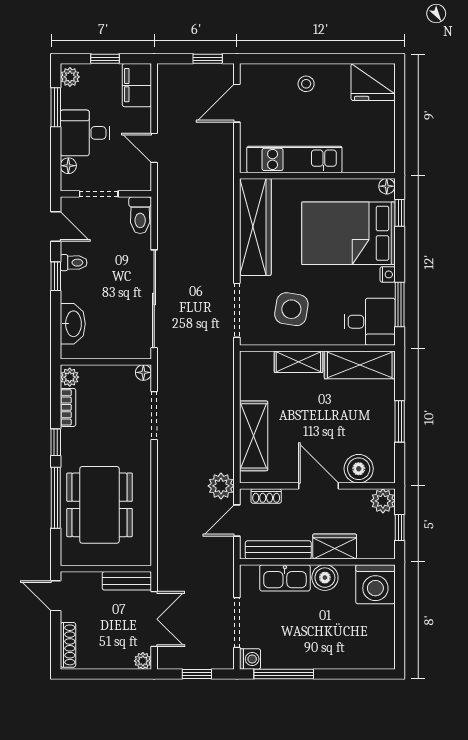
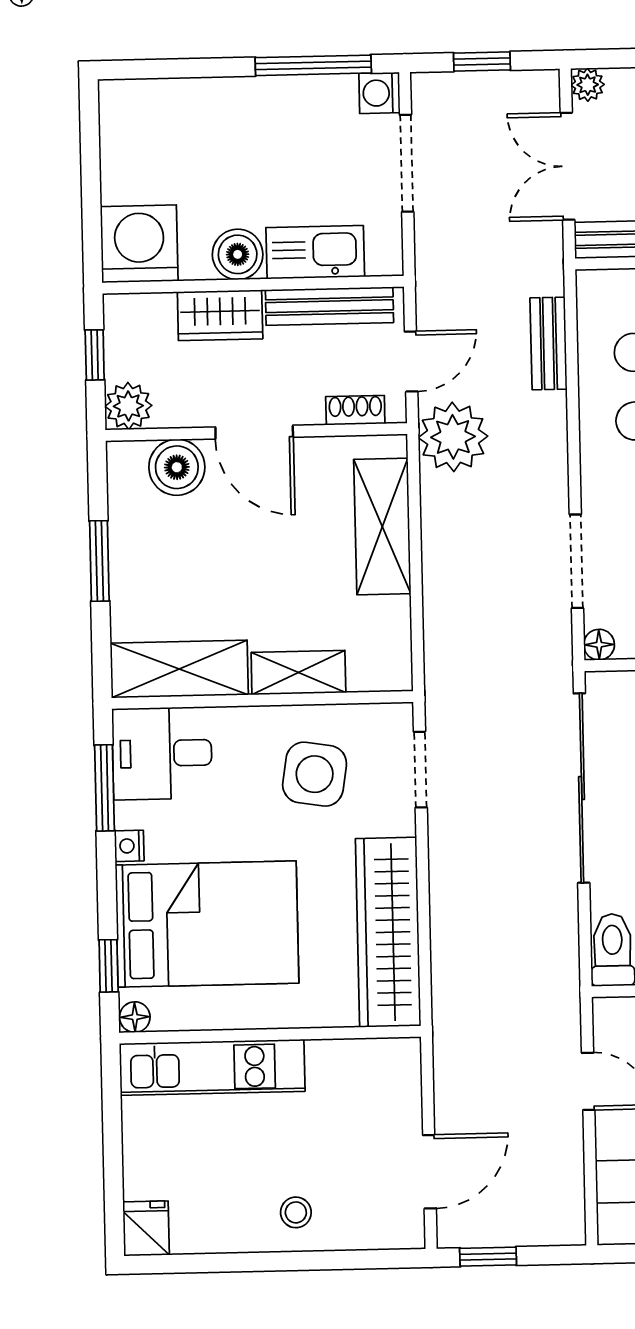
fridge: (373, 82) -> (146, 1228), width x0.53, depth x0.75
kitchen unit: (294, 159) -> (212, 1067), moved
doorway: (237, 310) -> (420, 770), width x0.73
plant: (221, 486) -> (453, 437), width x1.36, depth x1.36
bench: (166, 528) -> (549, 343), added

